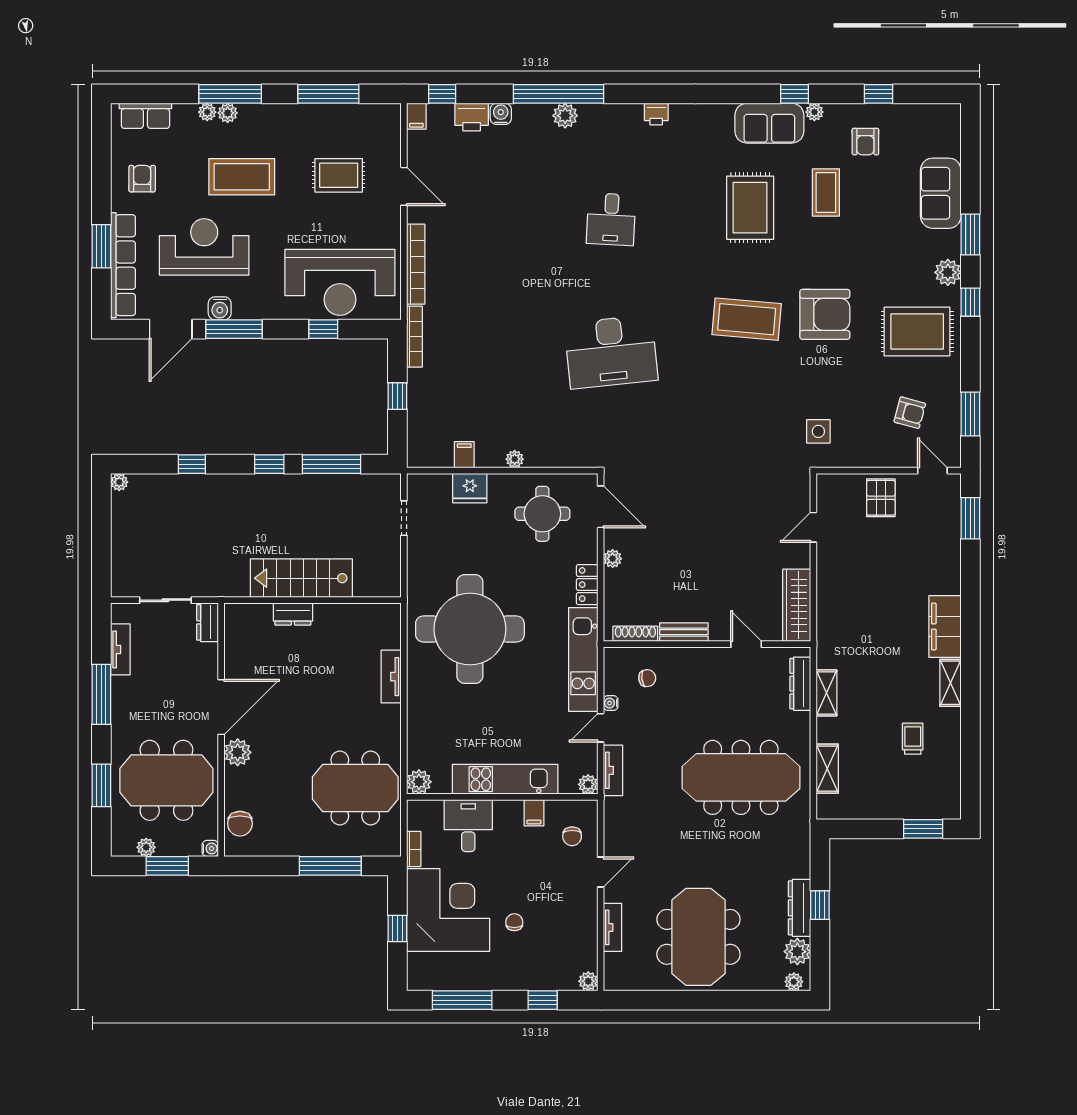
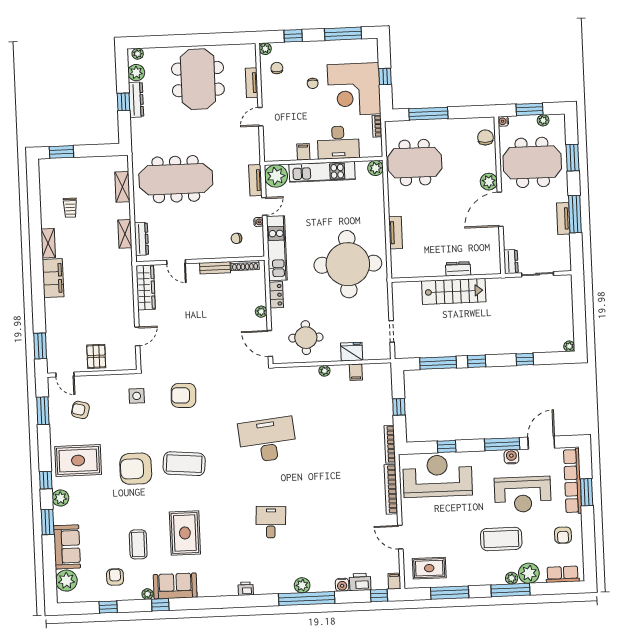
plant: (207, 112) -> (529, 573), width x1.88, depth x1.88
plant: (944, 139) -> (66, 581), added
rug: (339, 175) -> (429, 568), moved
armchair: (743, 429) -> (183, 395), added
tv unit: (120, 649) -> (563, 218), moved
plant: (588, 784) -> (276, 176), width x1.88, depth x1.88
desk: (468, 826) -> (338, 142), width x1.37
chair: (572, 836) -> (277, 68), moved

